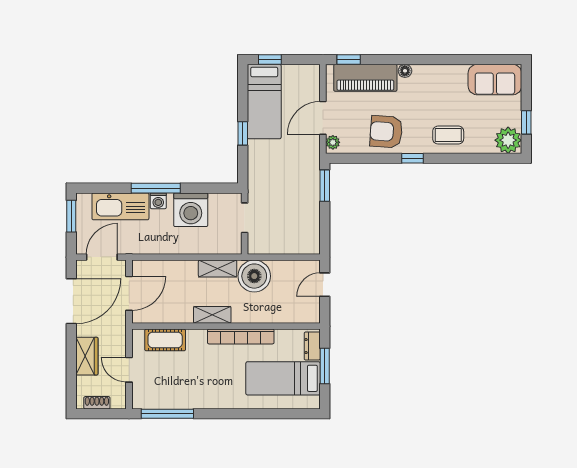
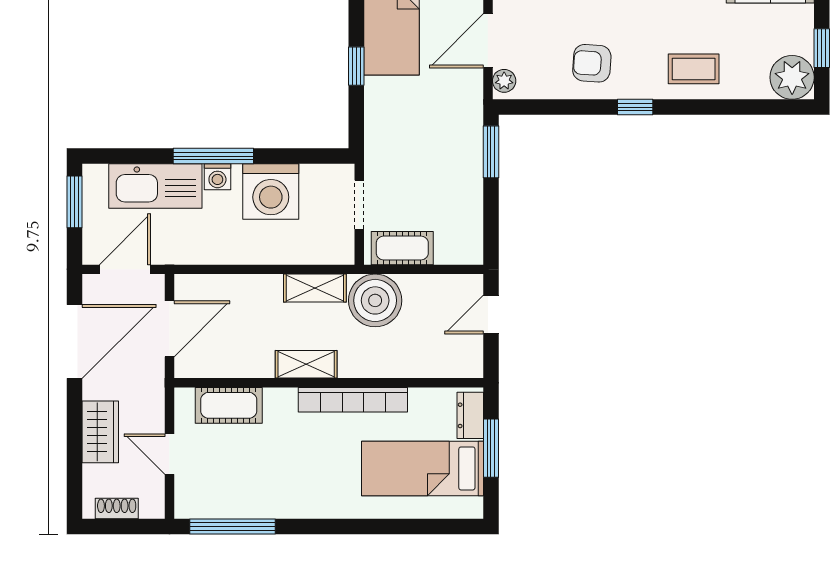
armchair: (386, 132) -> (592, 63), width x0.72, depth x0.72
cot: (271, 244) -> (402, 248), added

